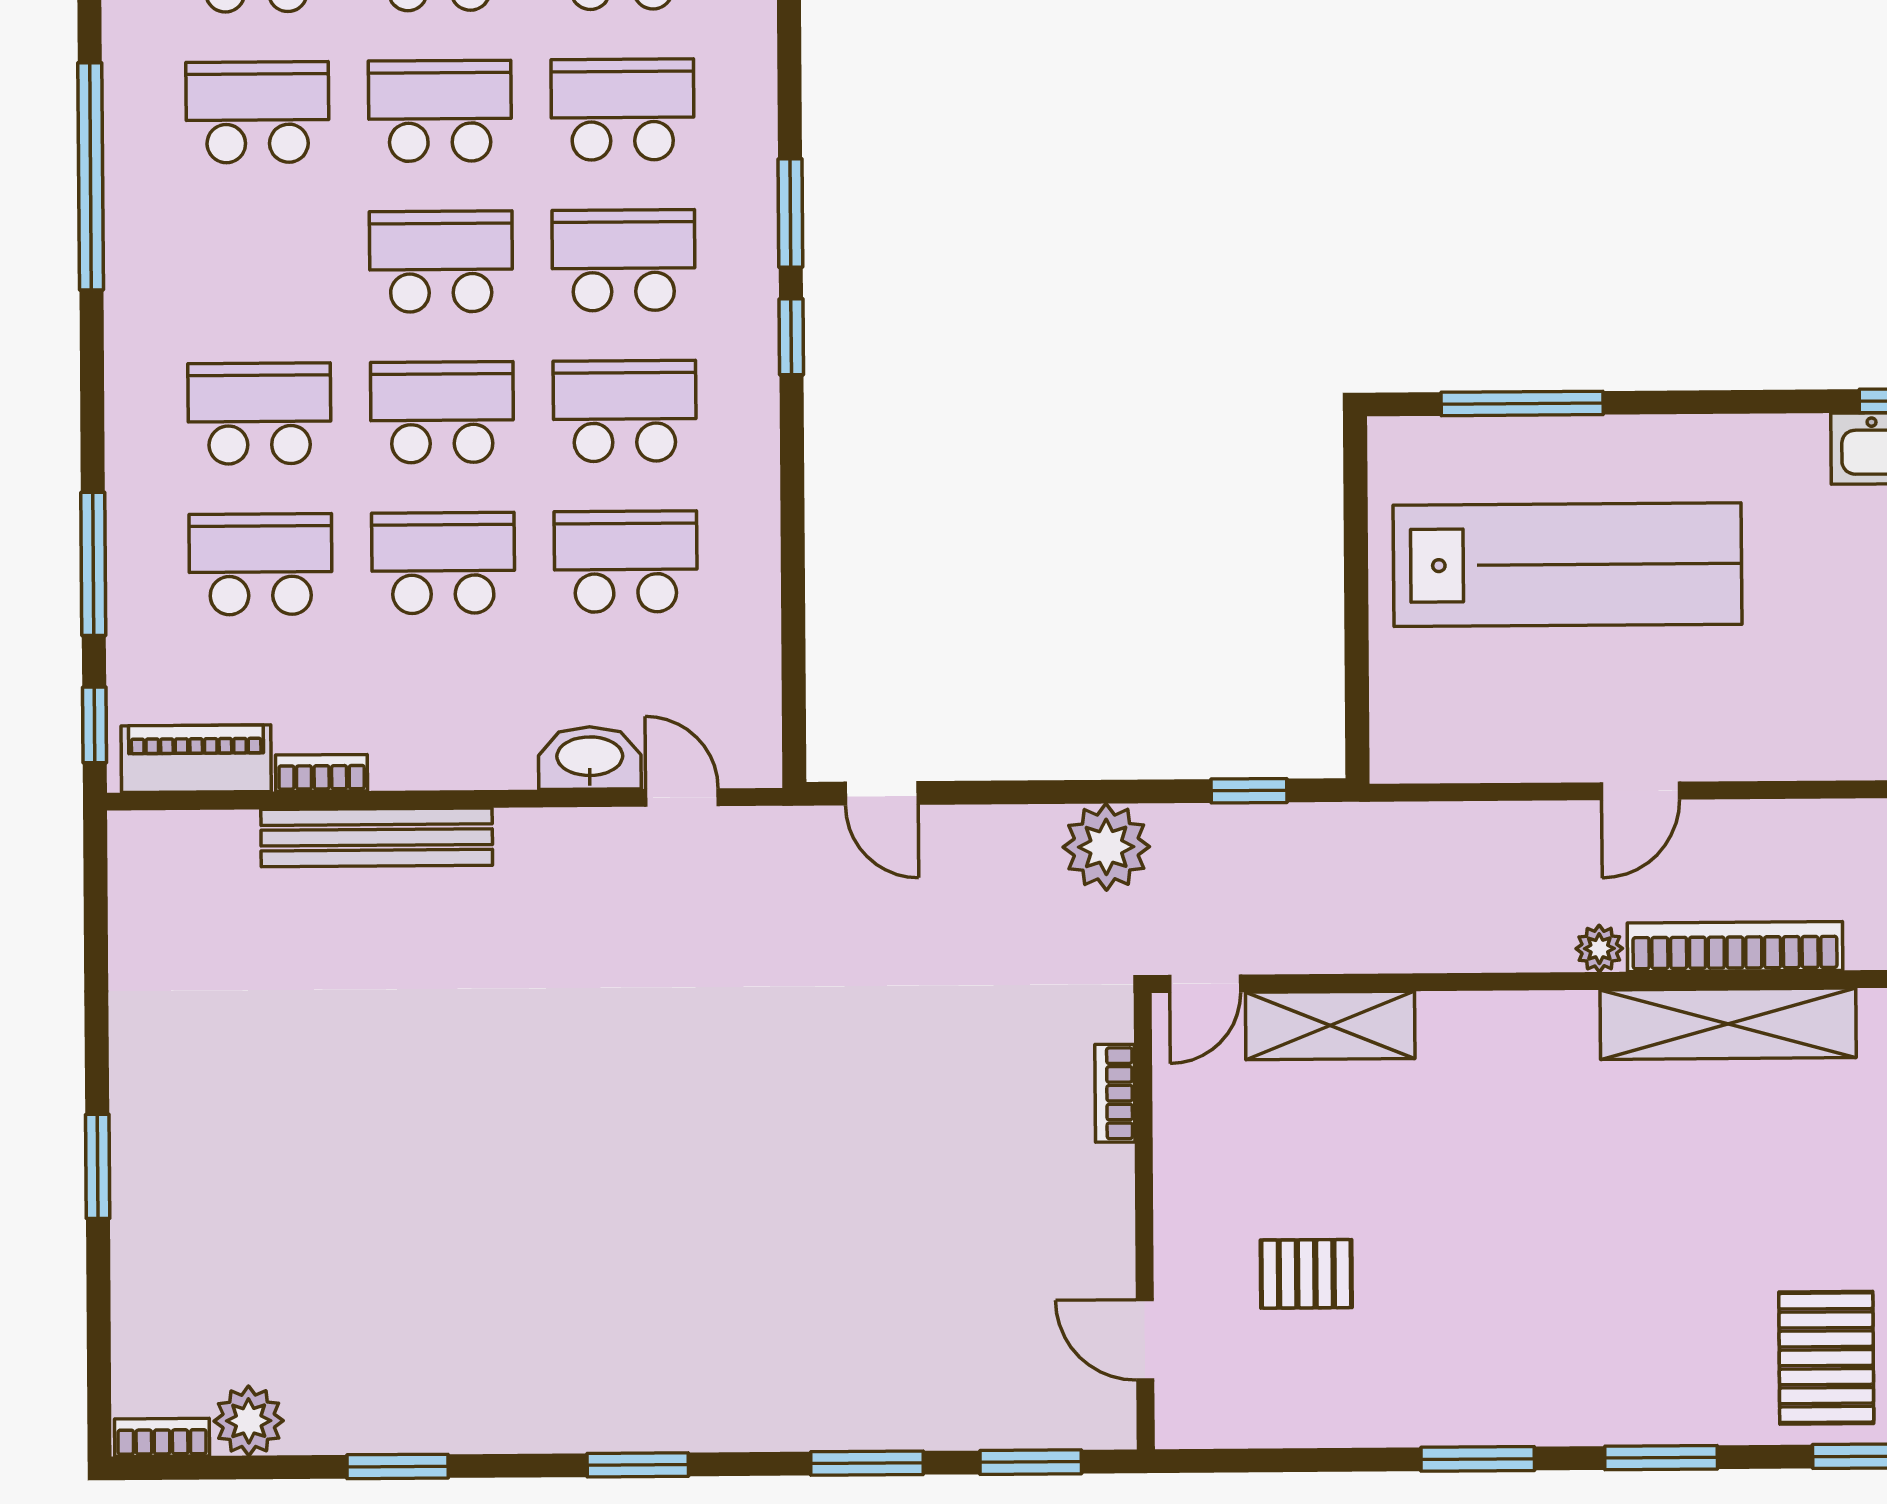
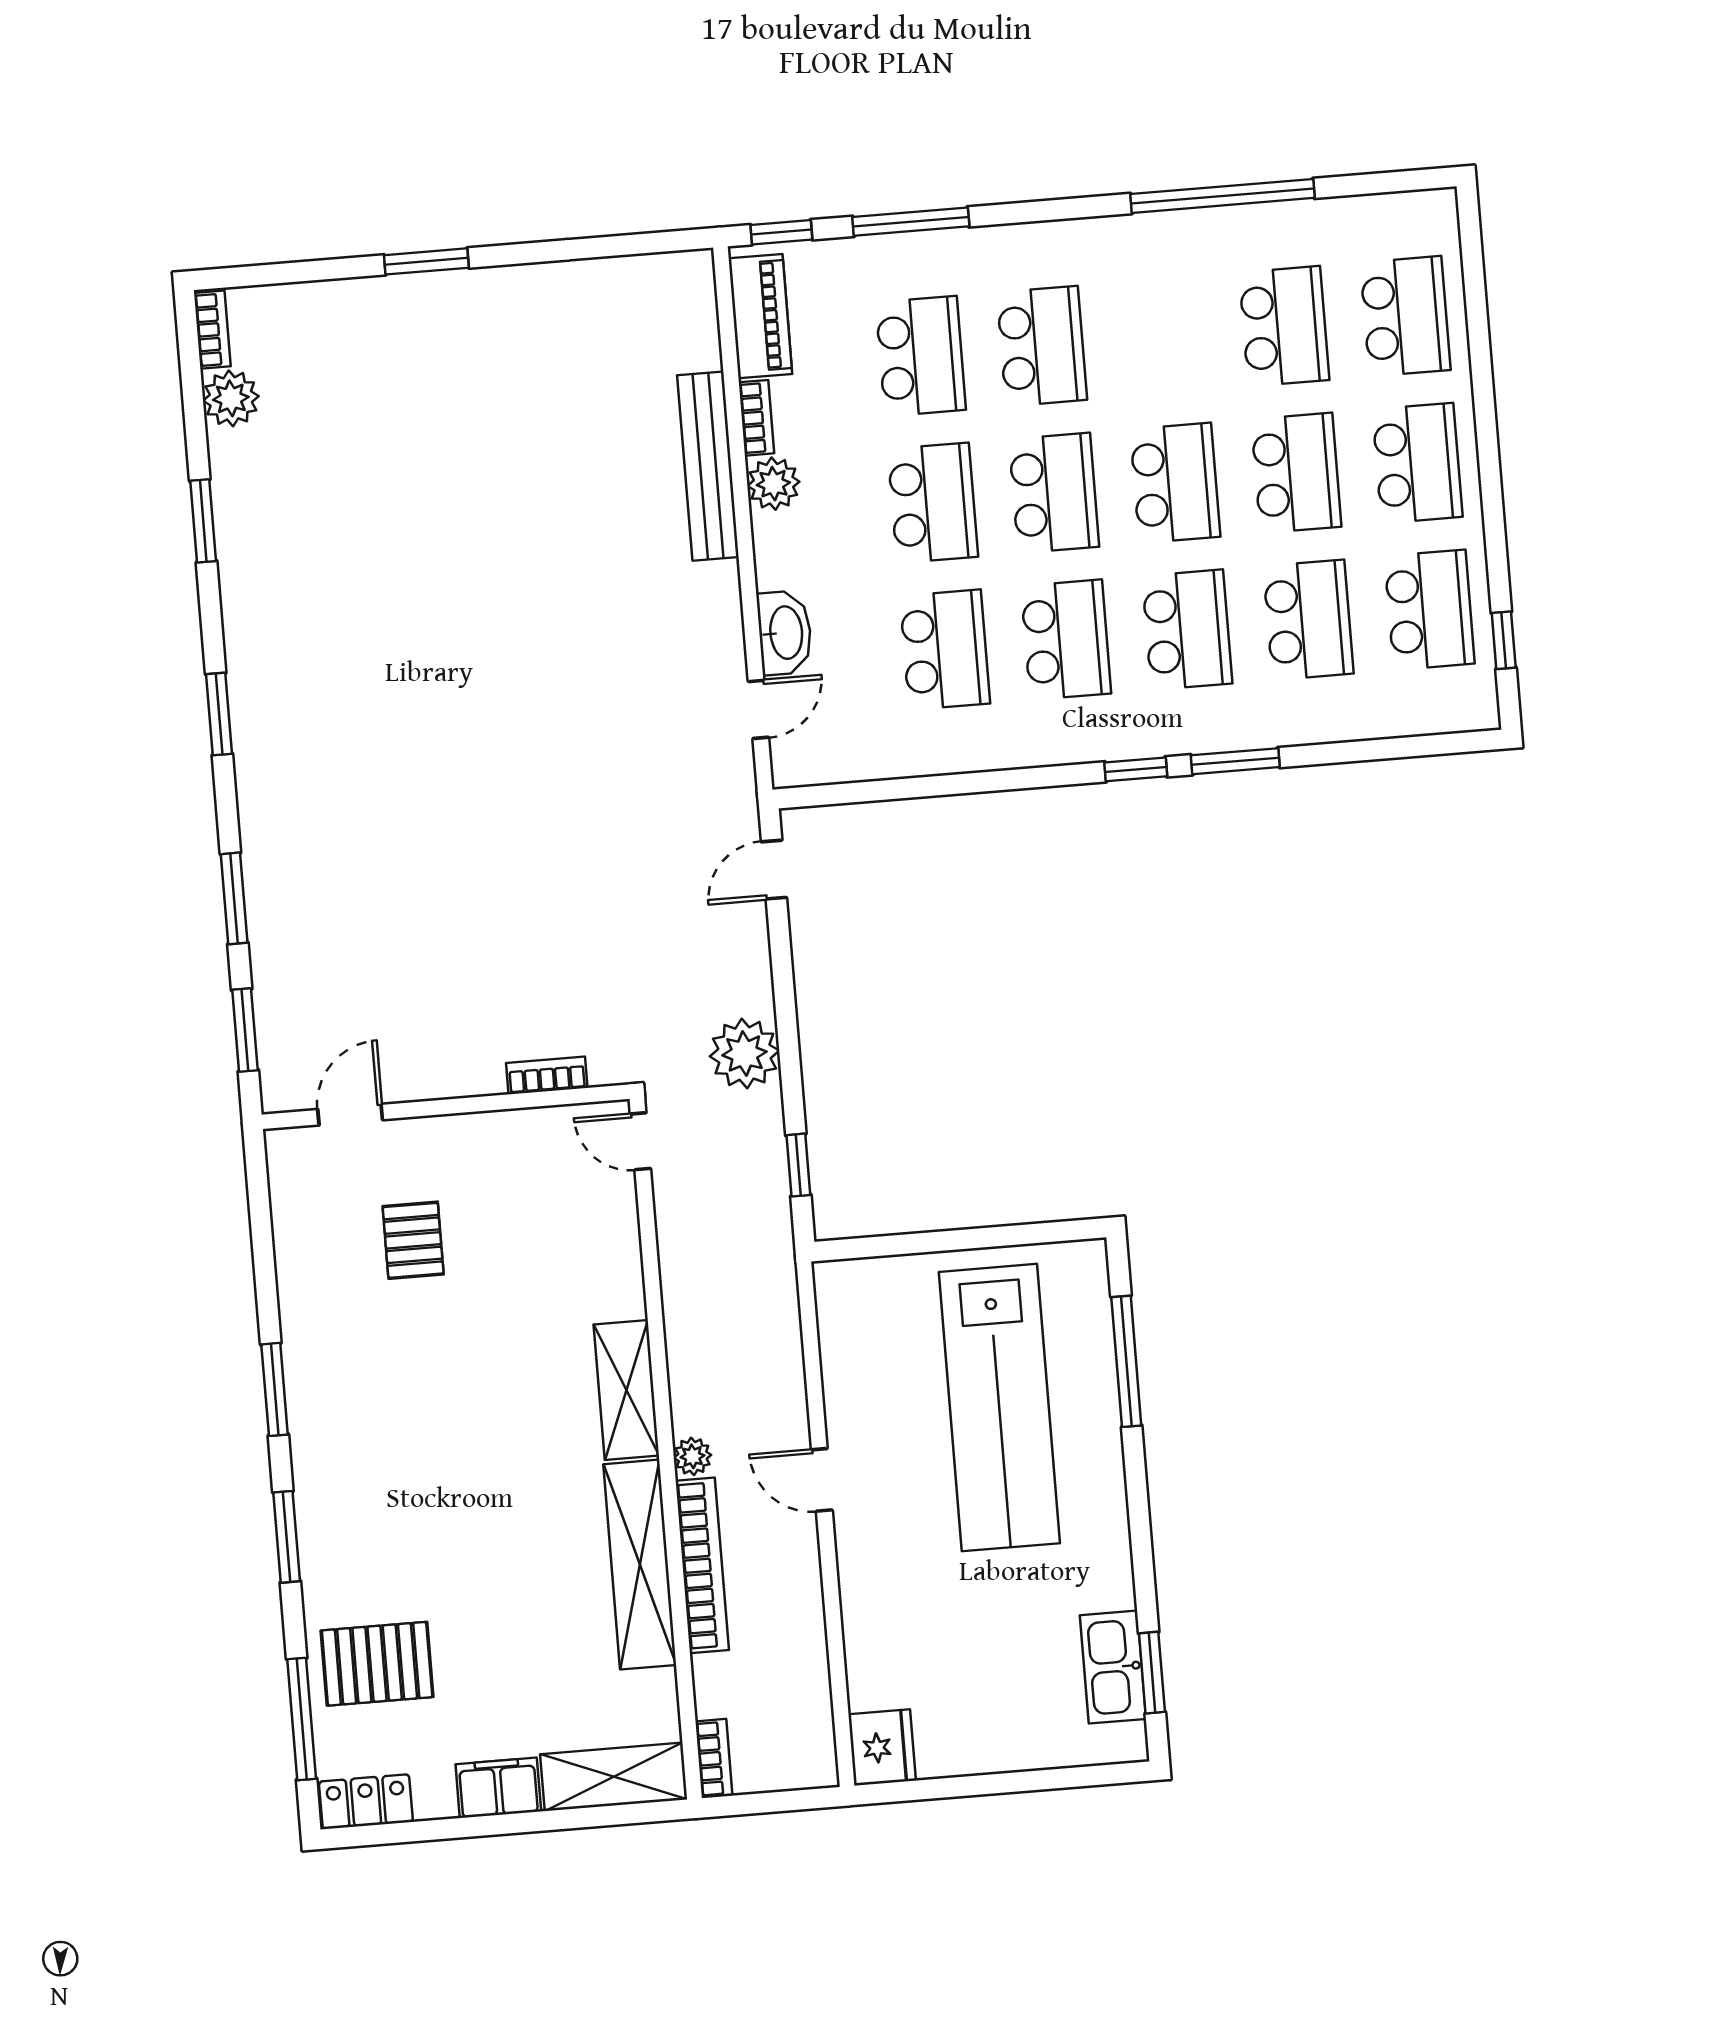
plant: (405, 758) -> (773, 484), added
shelving: (1330, 1025) -> (626, 1390), moved

